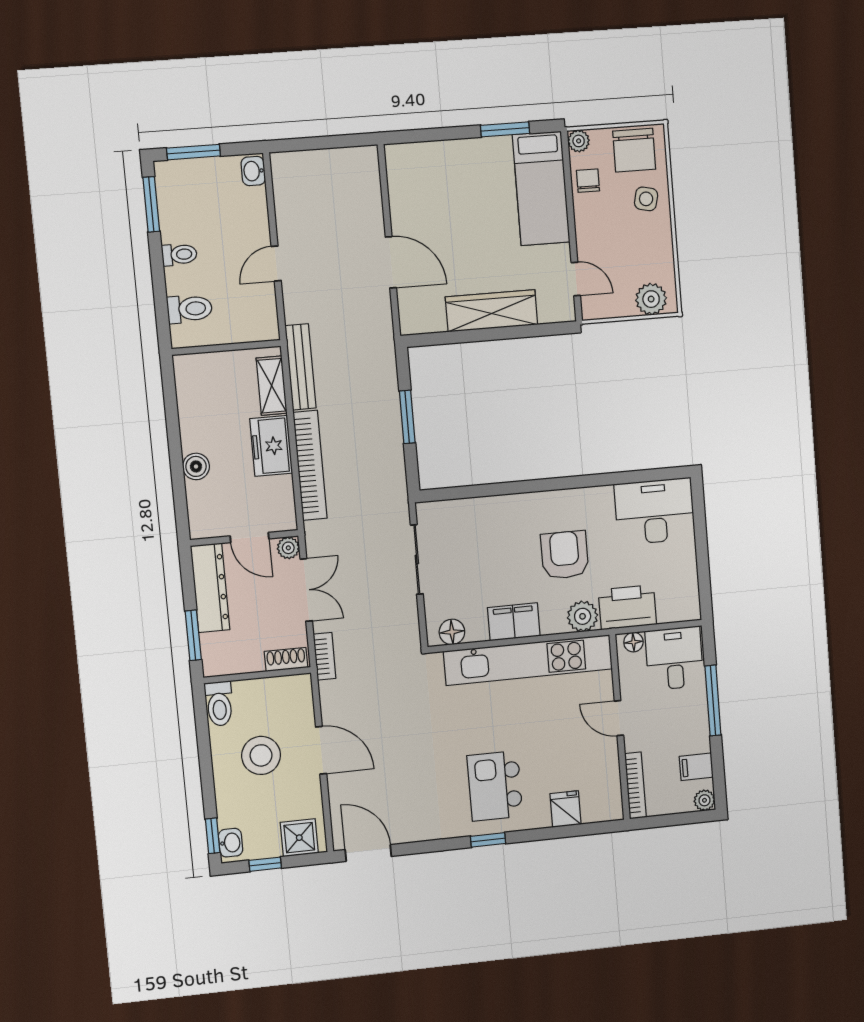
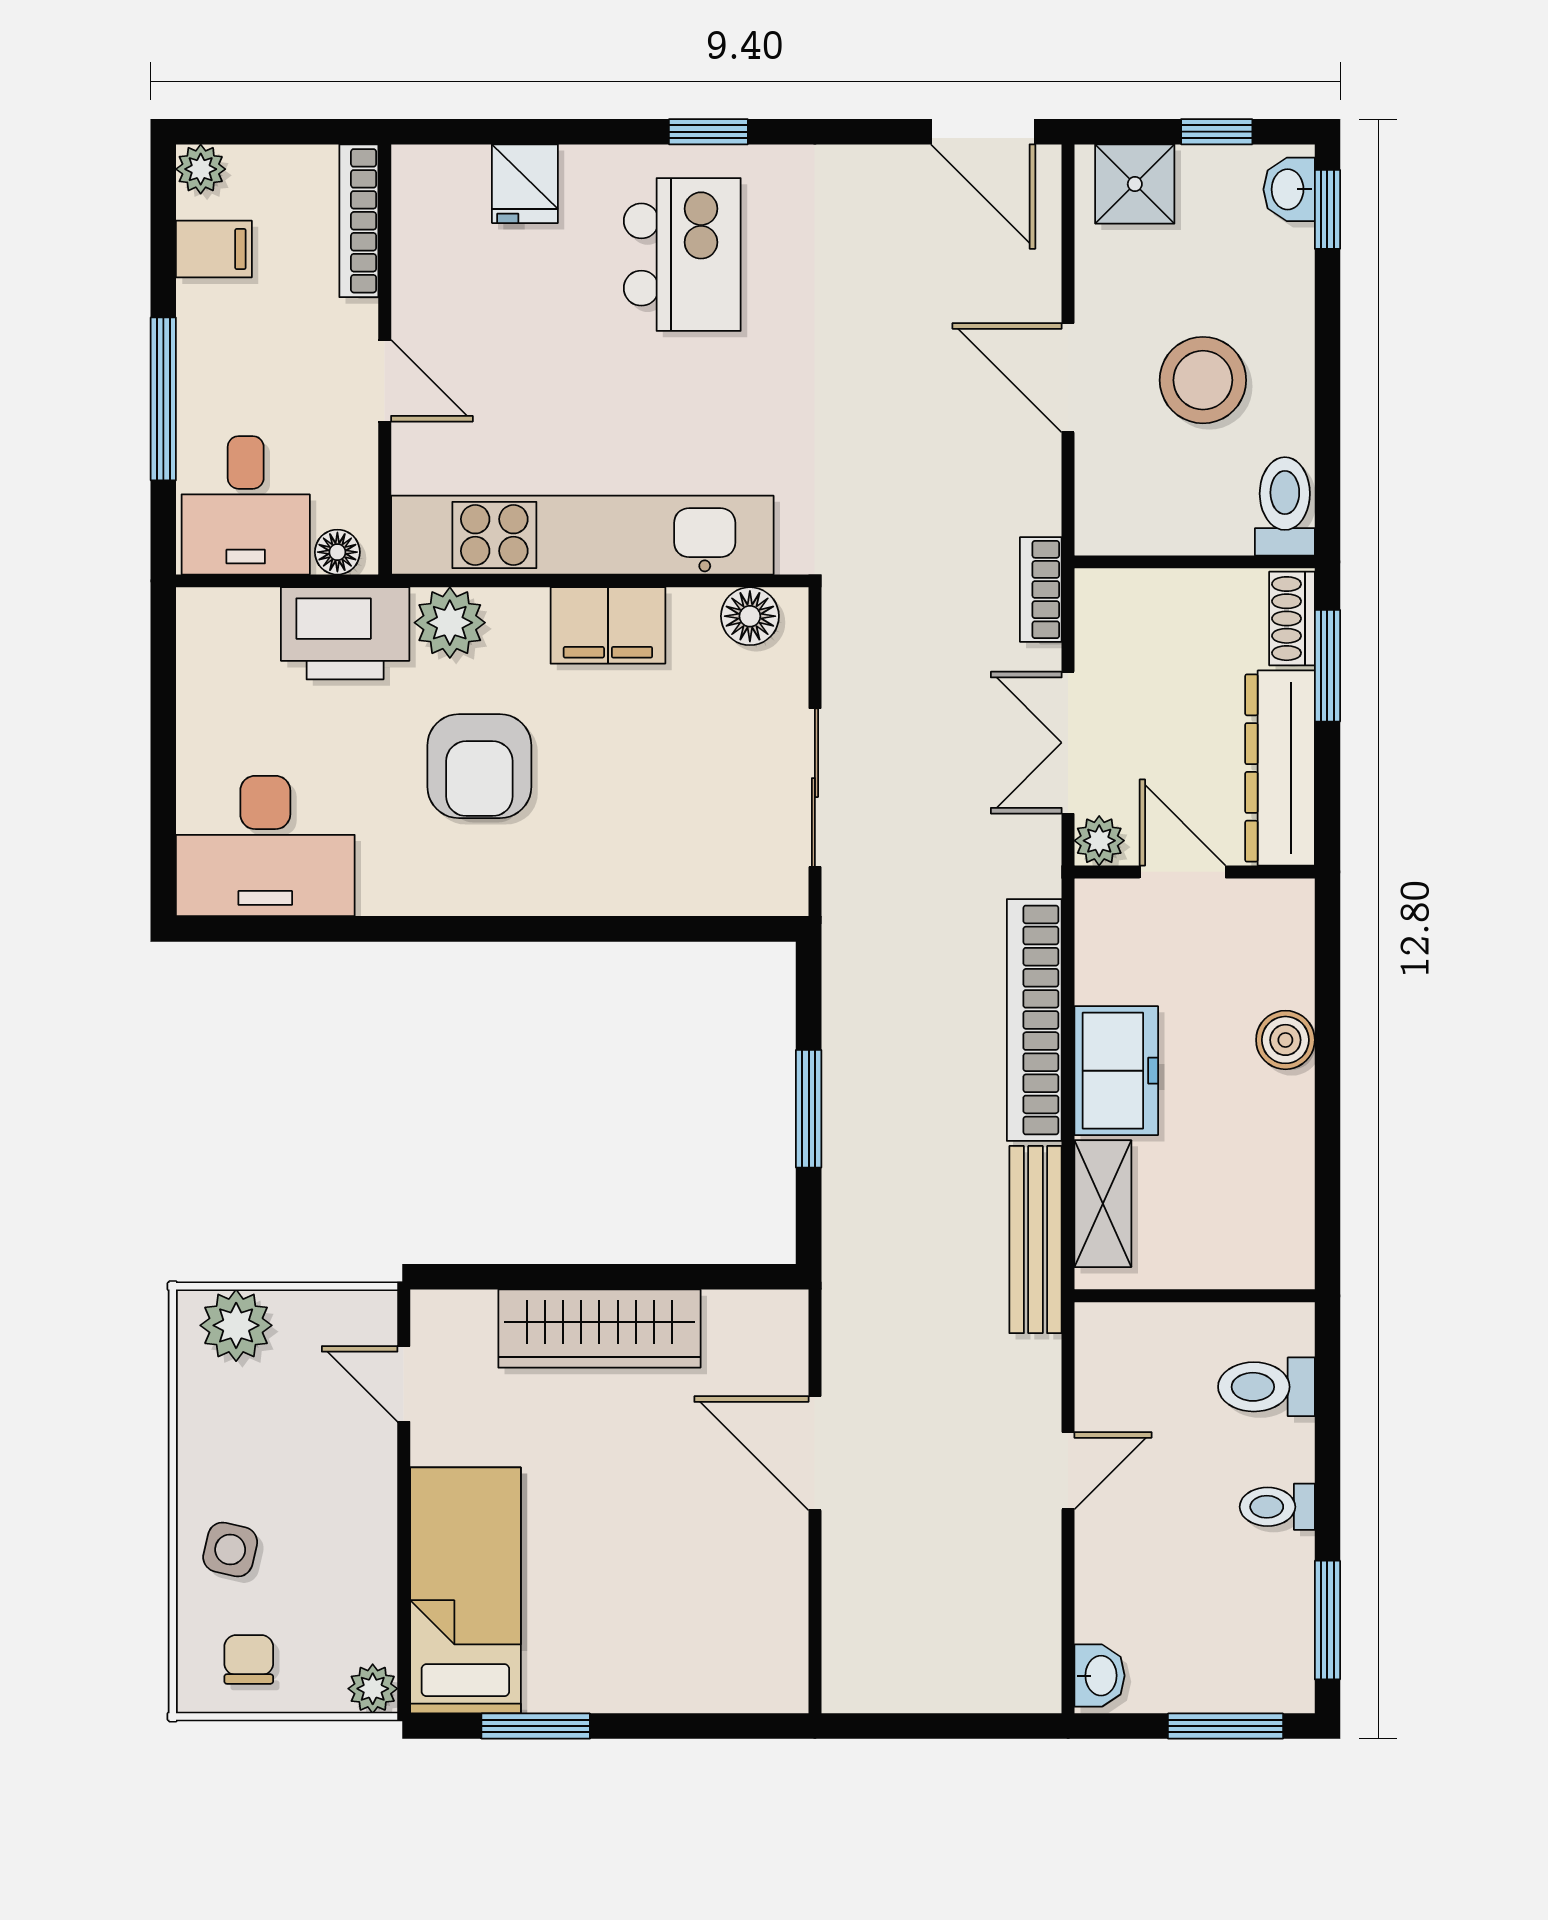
chair: (634, 150) -> (249, 1659), width x0.54, depth x0.54
chair: (588, 181) -> (359, 1600), removed
shoe rack: (286, 659) -> (1292, 619), moved, turned 90

